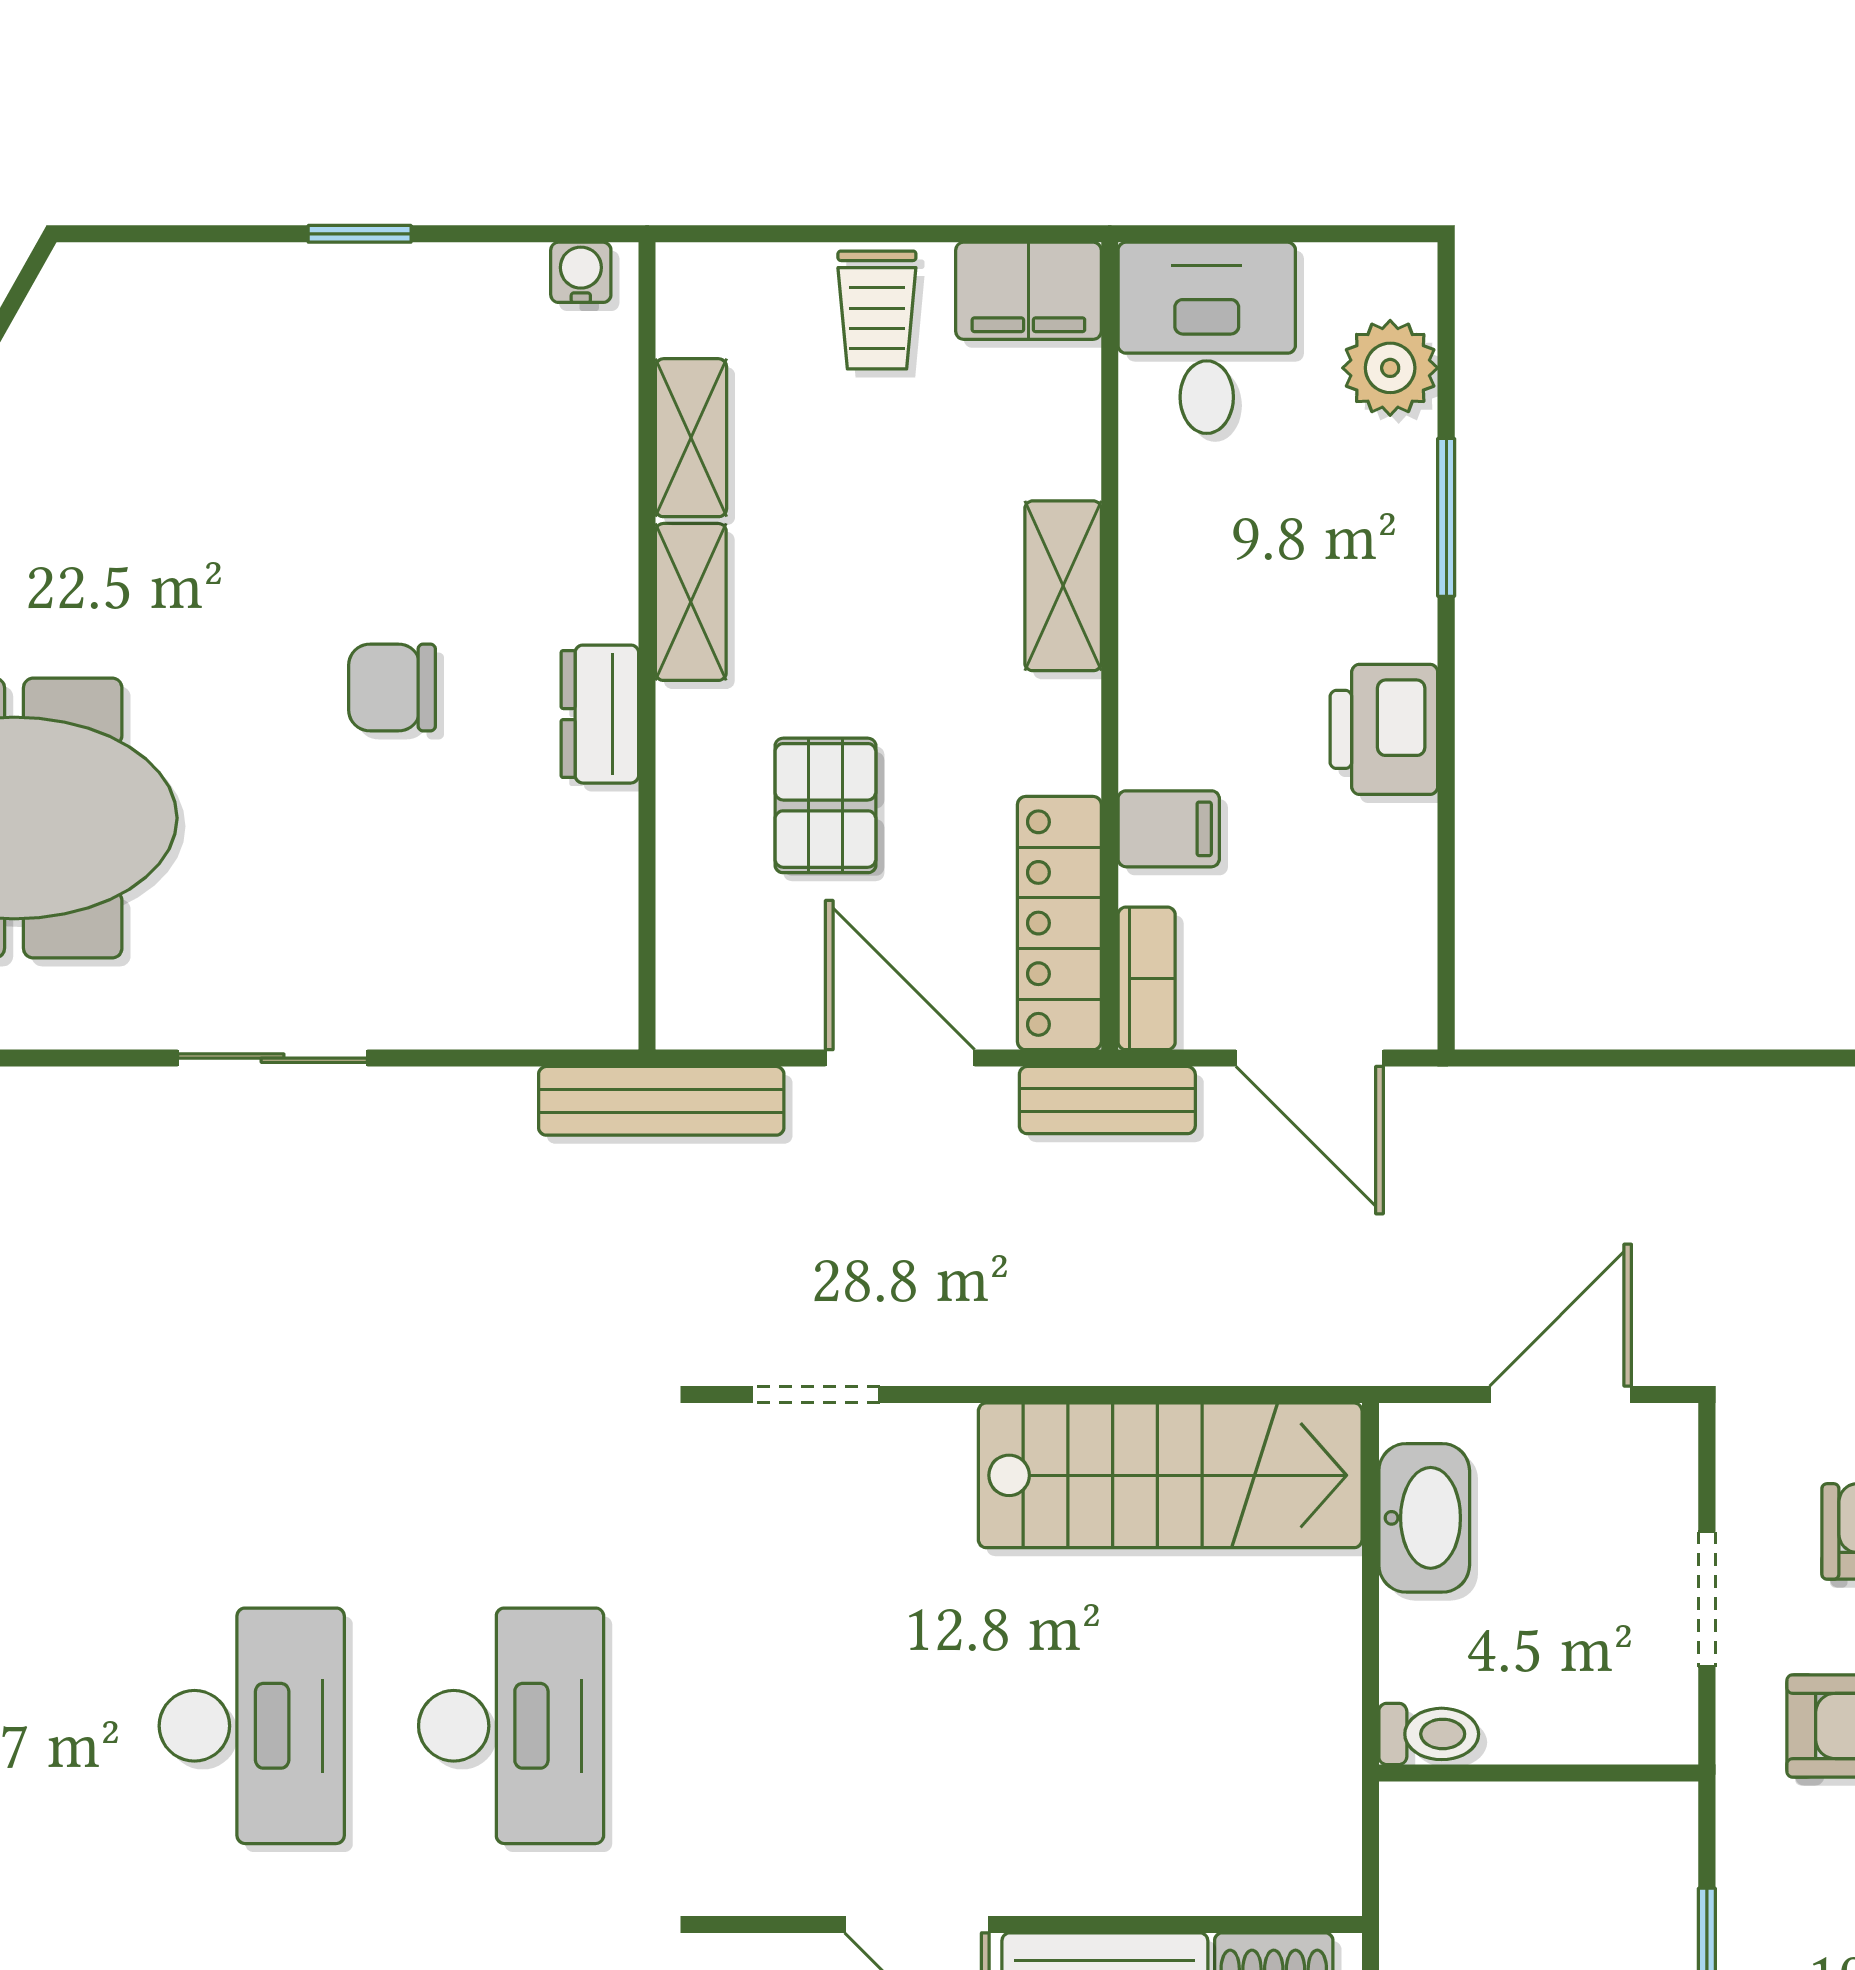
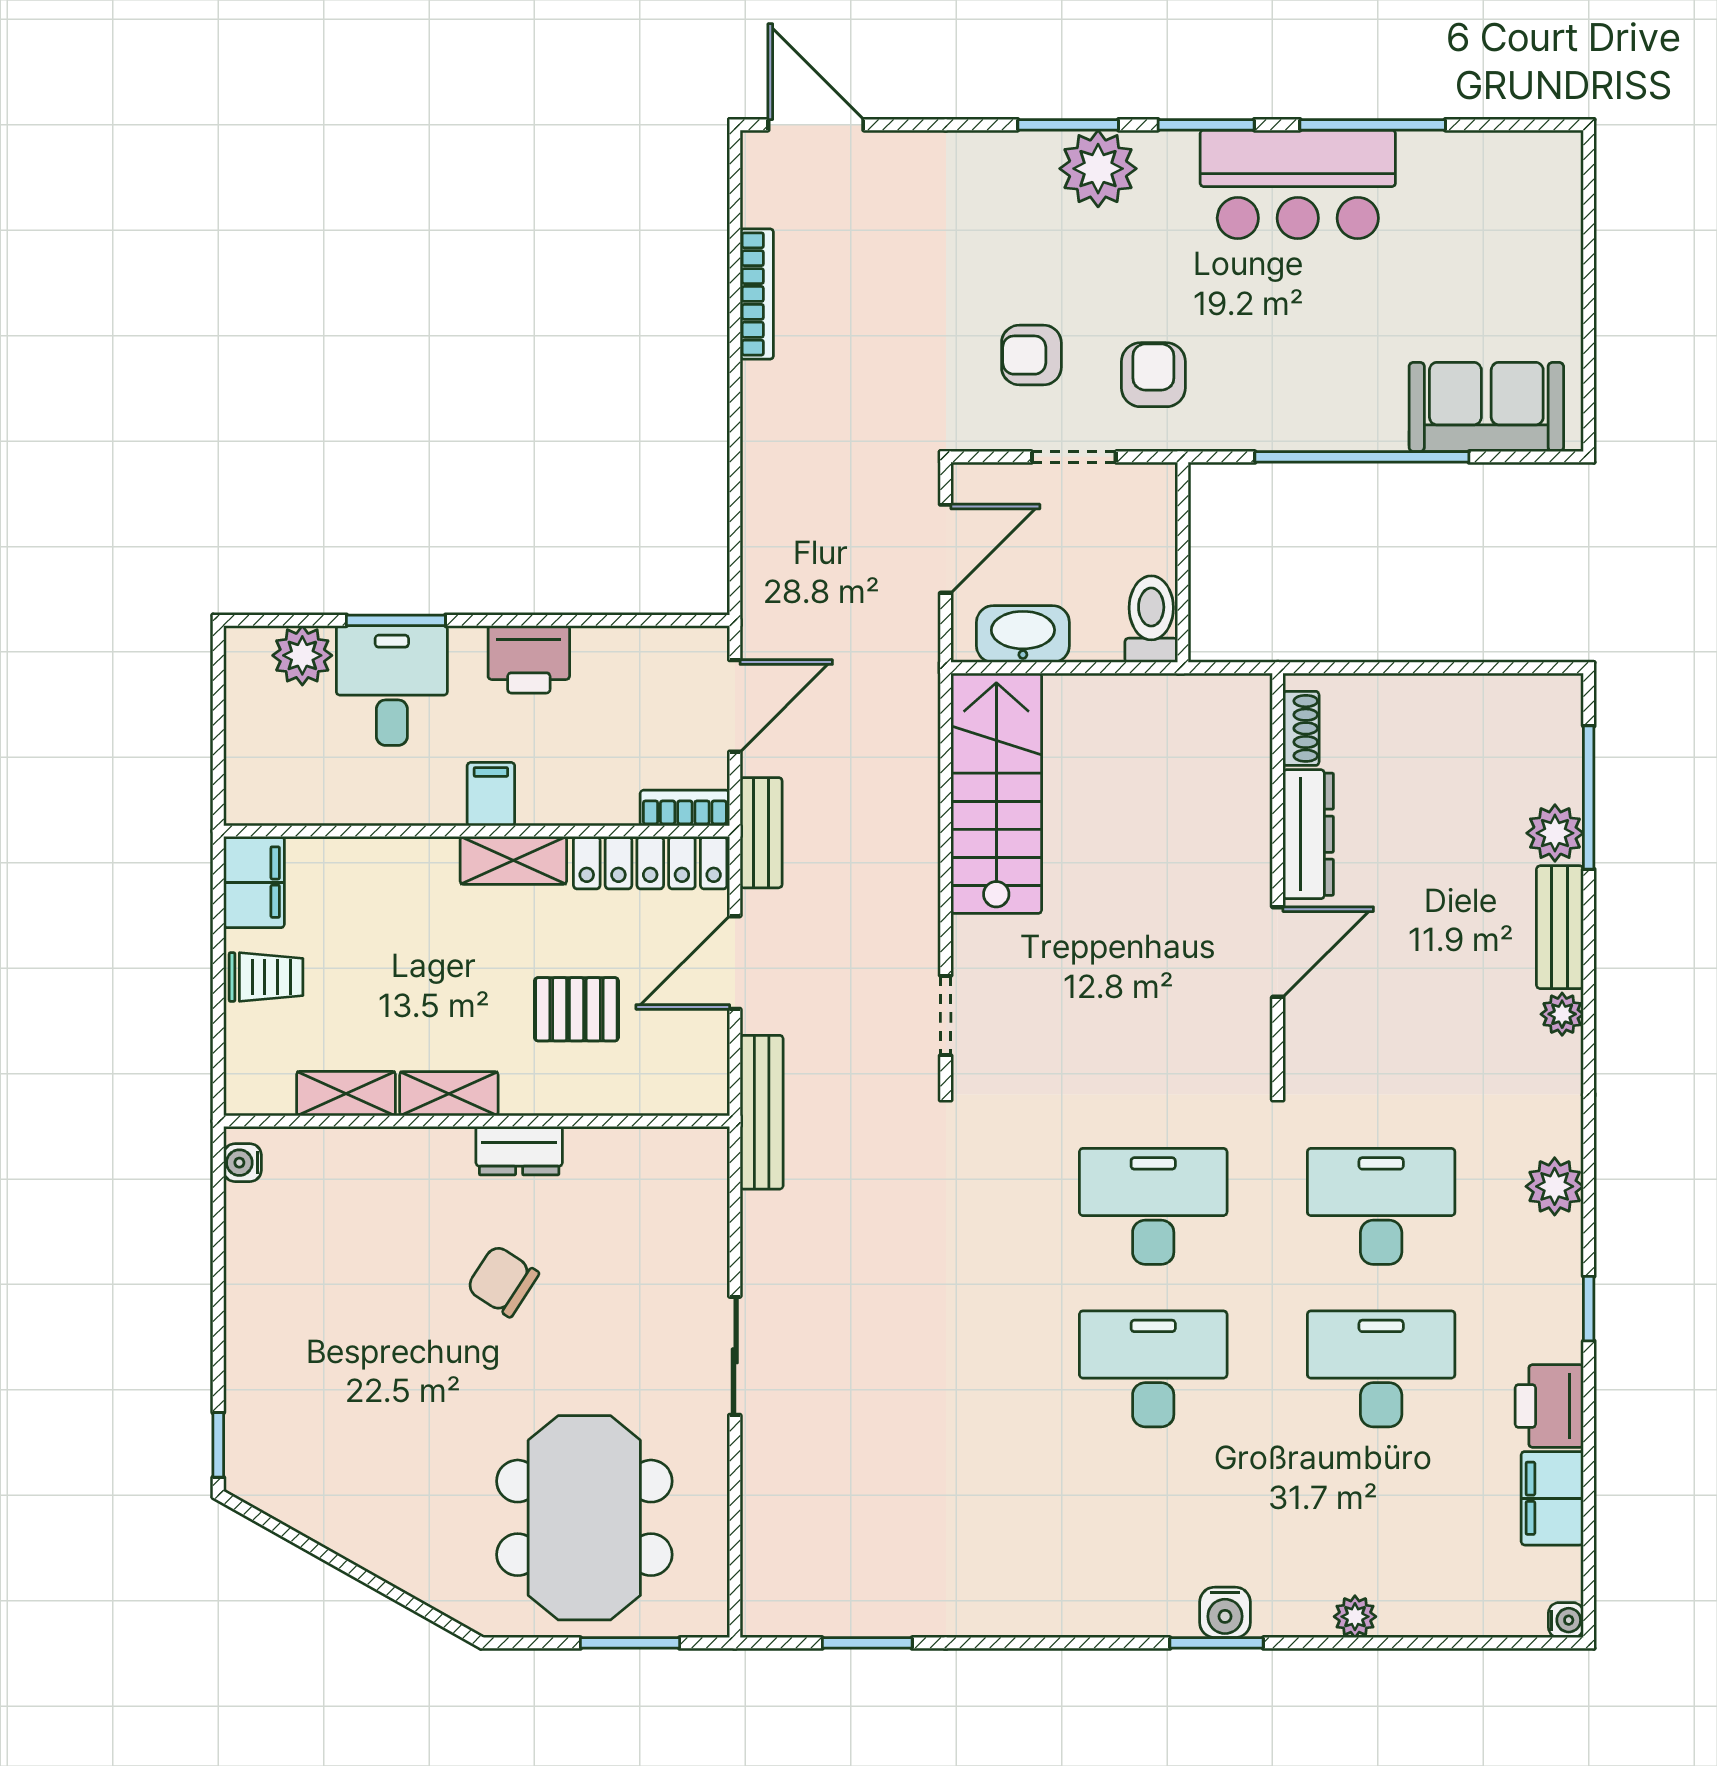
window: (360, 234) -> (218, 1445), moved
desk: (1207, 338) -> (392, 686), moved, turned 90
shelving: (1063, 586) -> (513, 860), moved
chair: (392, 688) -> (503, 1281), turned 123
filing cabinet: (1169, 829) -> (491, 794), moved
door: (1560, 1395) -> (946, 549), swing flipped
toilet: (1429, 1734) -> (1151, 619), width x1.37, depth x1.39

